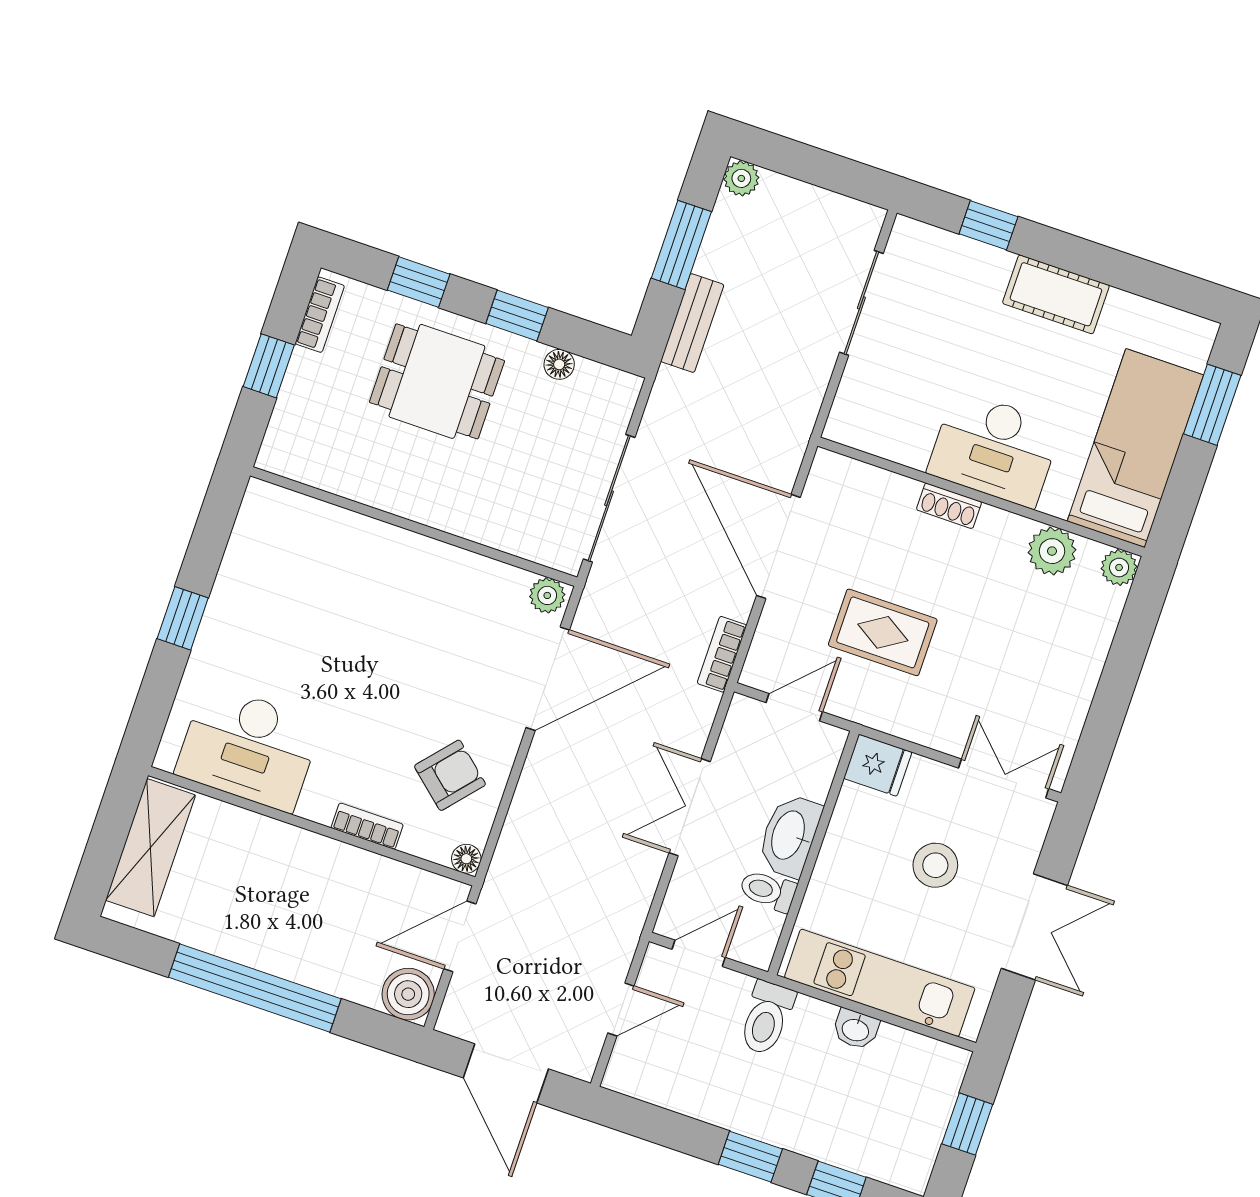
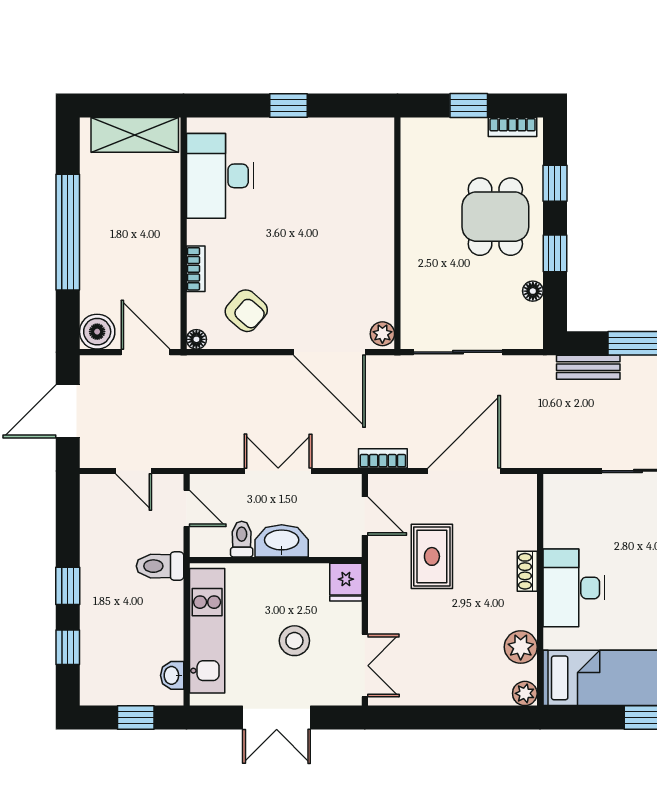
washbasin: (856, 1029) -> (172, 675), moved

